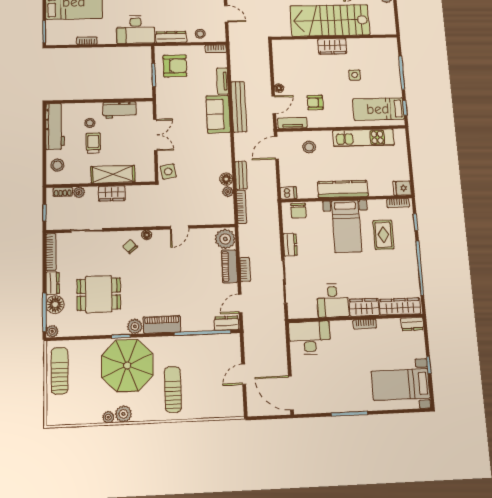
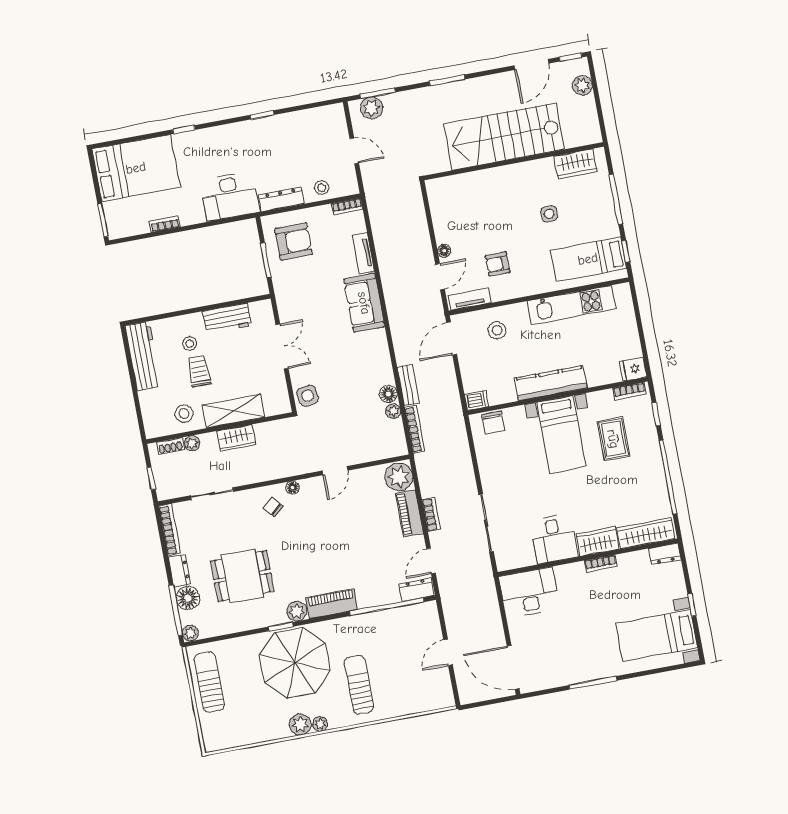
wardrobe: (332, 46) -> (575, 164), moved
bench: (239, 107) -> (392, 287), removed
stool: (57, 165) -> (184, 414), moved
dresser: (290, 245) -> (488, 472), removed
plant: (108, 417) -> (320, 724), moved

